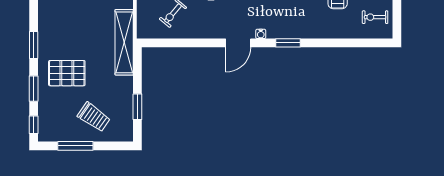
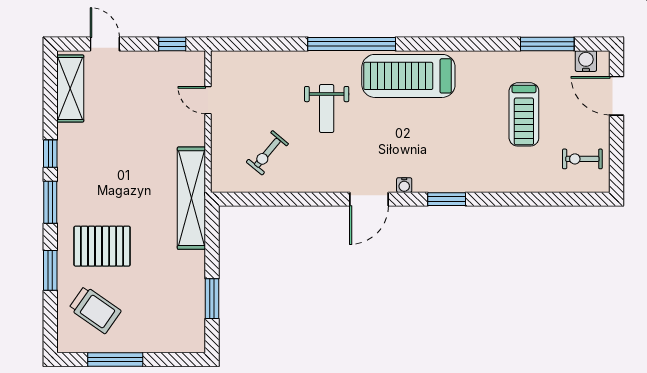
trolley: (94, 117) -> (95, 310), moved
window: (34, 125) -> (50, 154), moved

